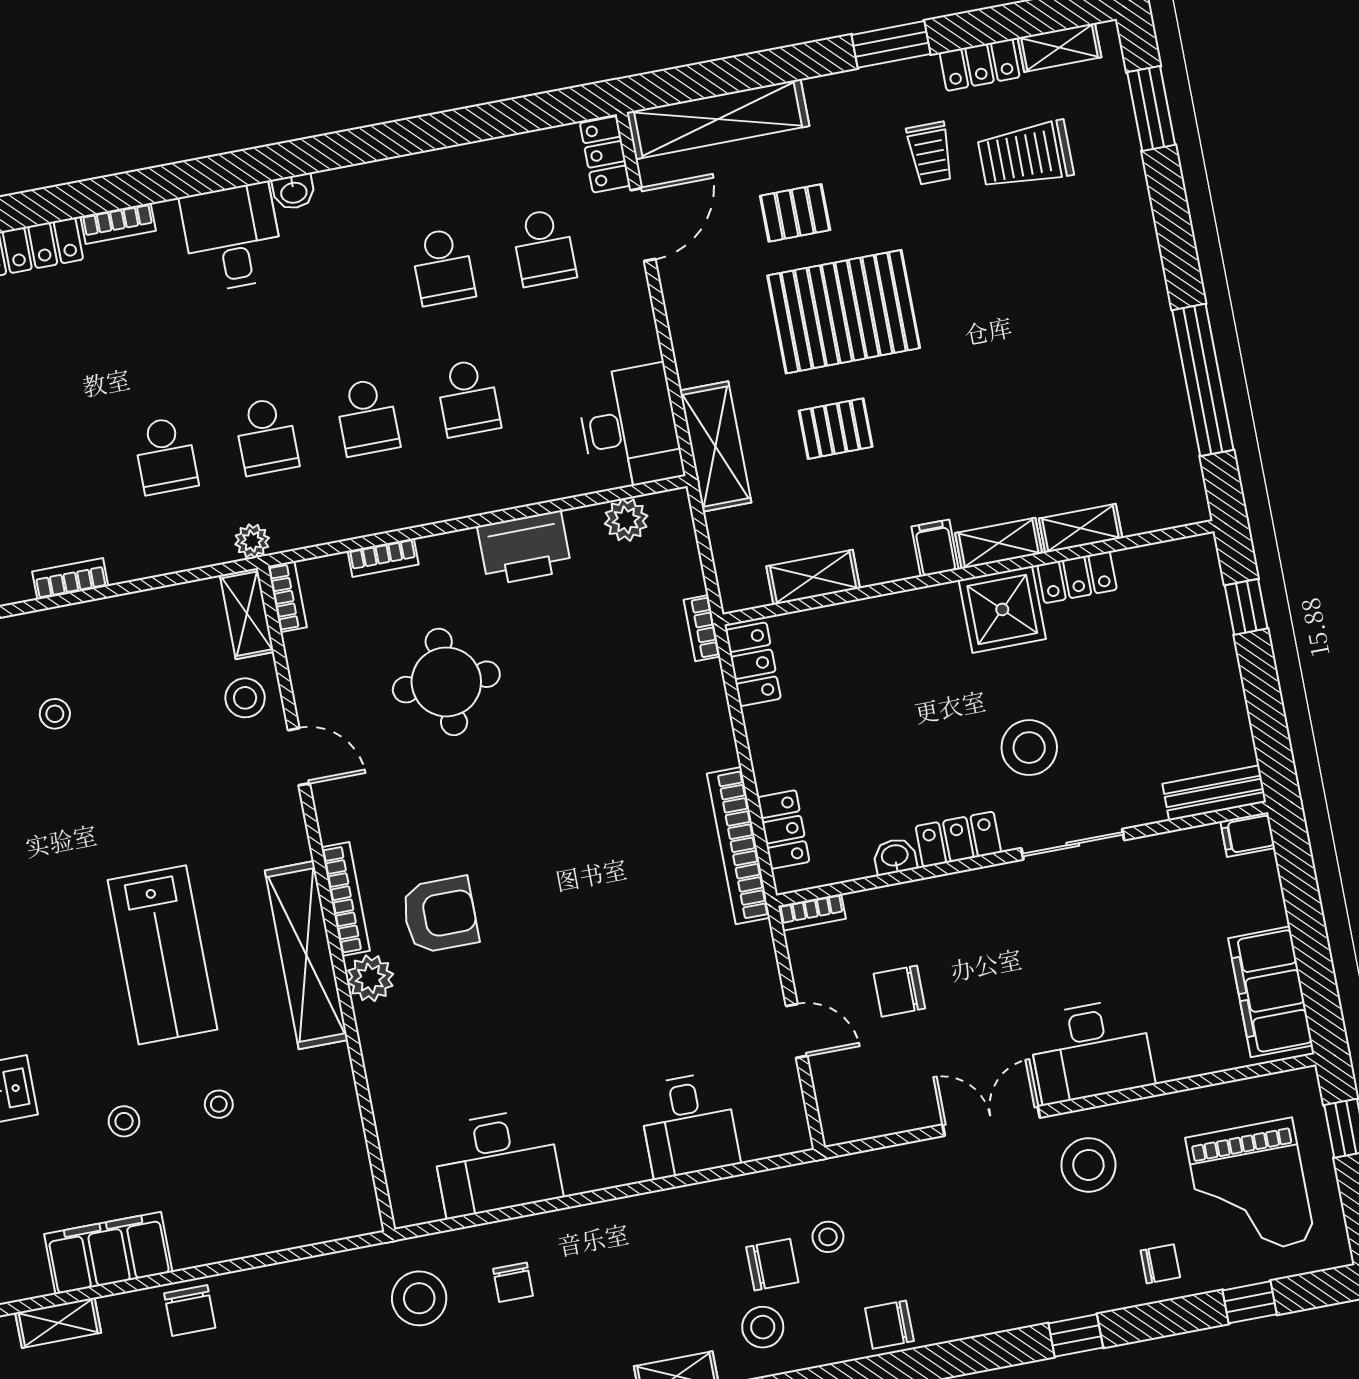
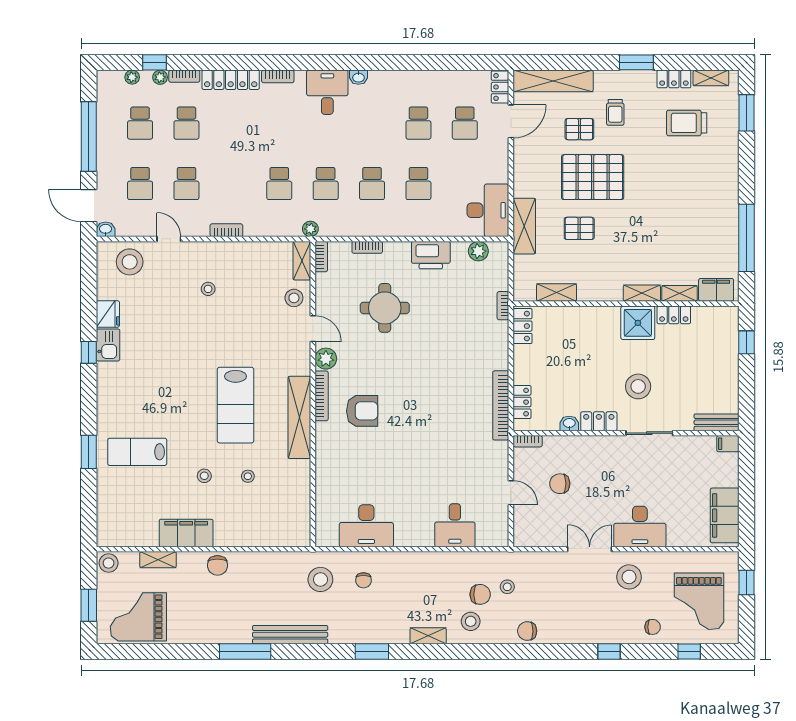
trolley: (930, 153) -> (615, 112), moved
filing cabinet: (935, 548) -> (716, 290), moved, width x2.00
plant: (370, 978) -> (326, 359), moved

